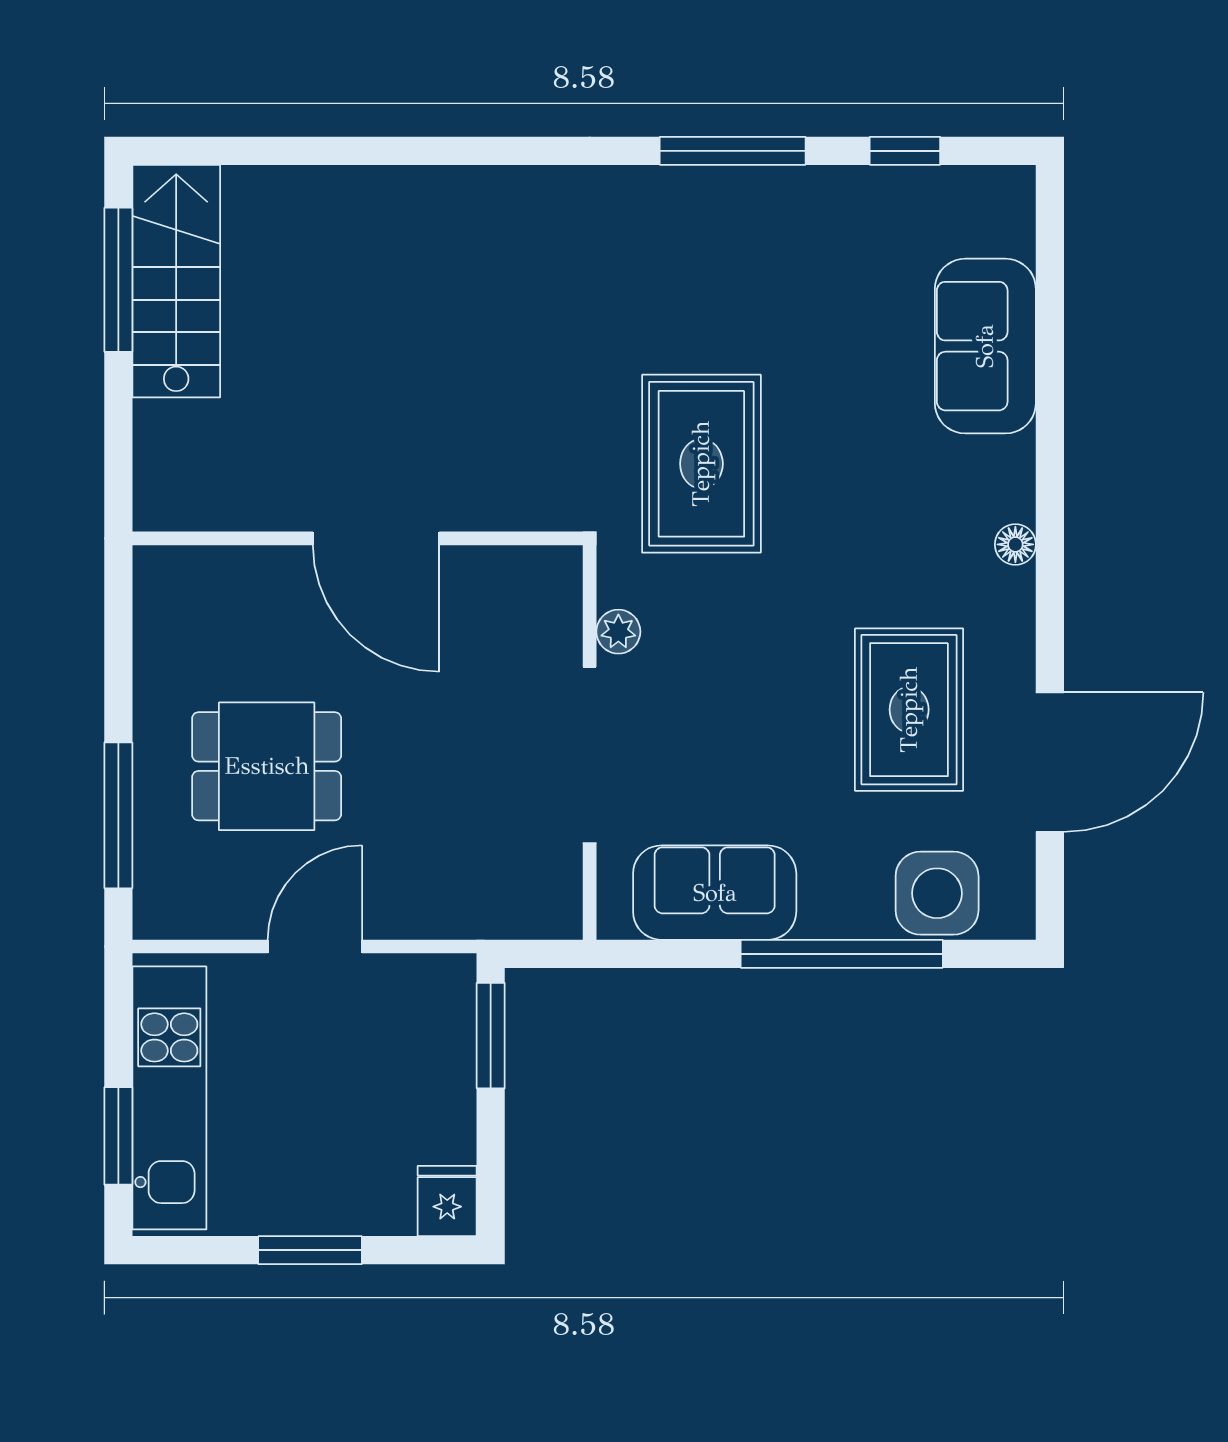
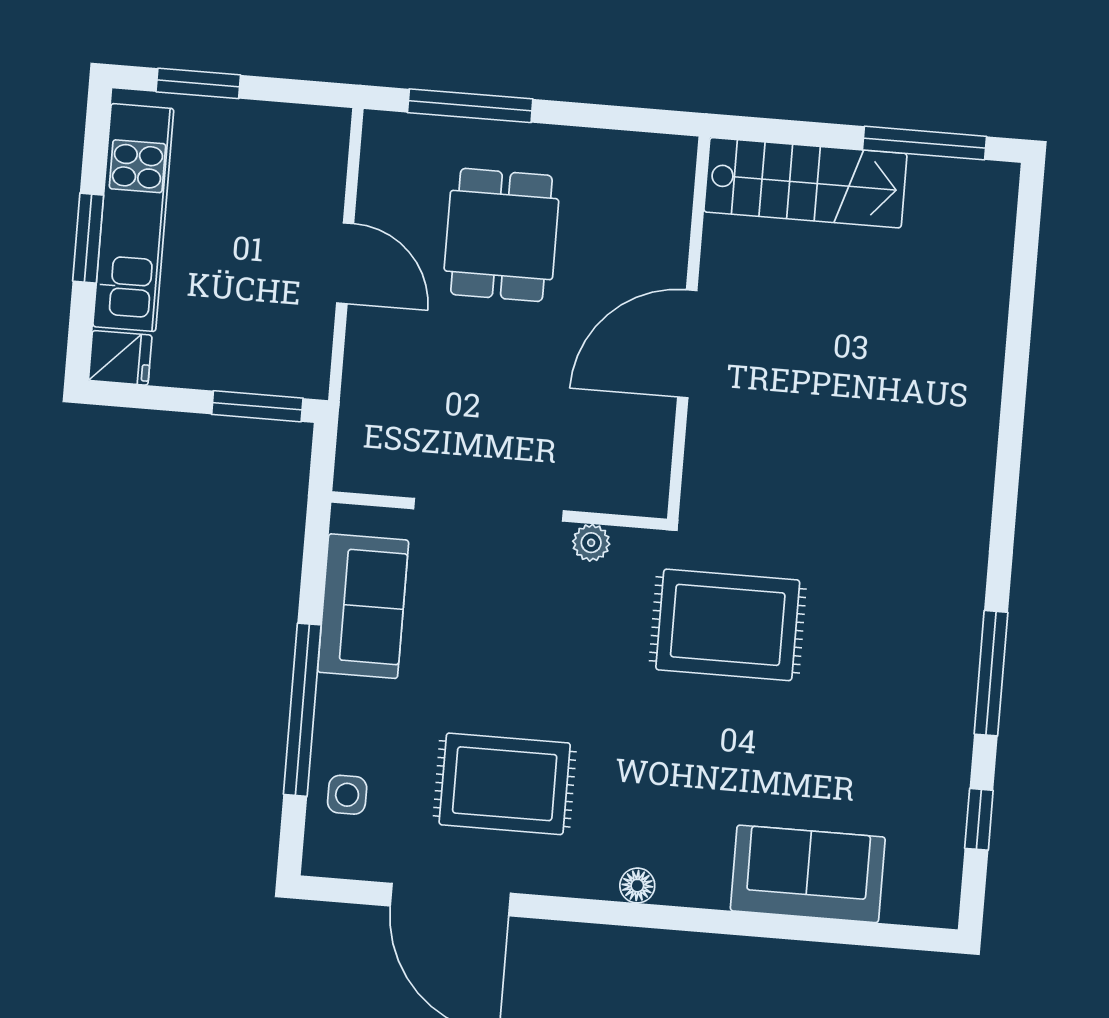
stairs: (176, 281) -> (805, 183), moved
side table: (937, 893) -> (347, 795), width x0.54, depth x0.54
kitchen unit: (169, 1098) -> (133, 218), moved, turned -90

